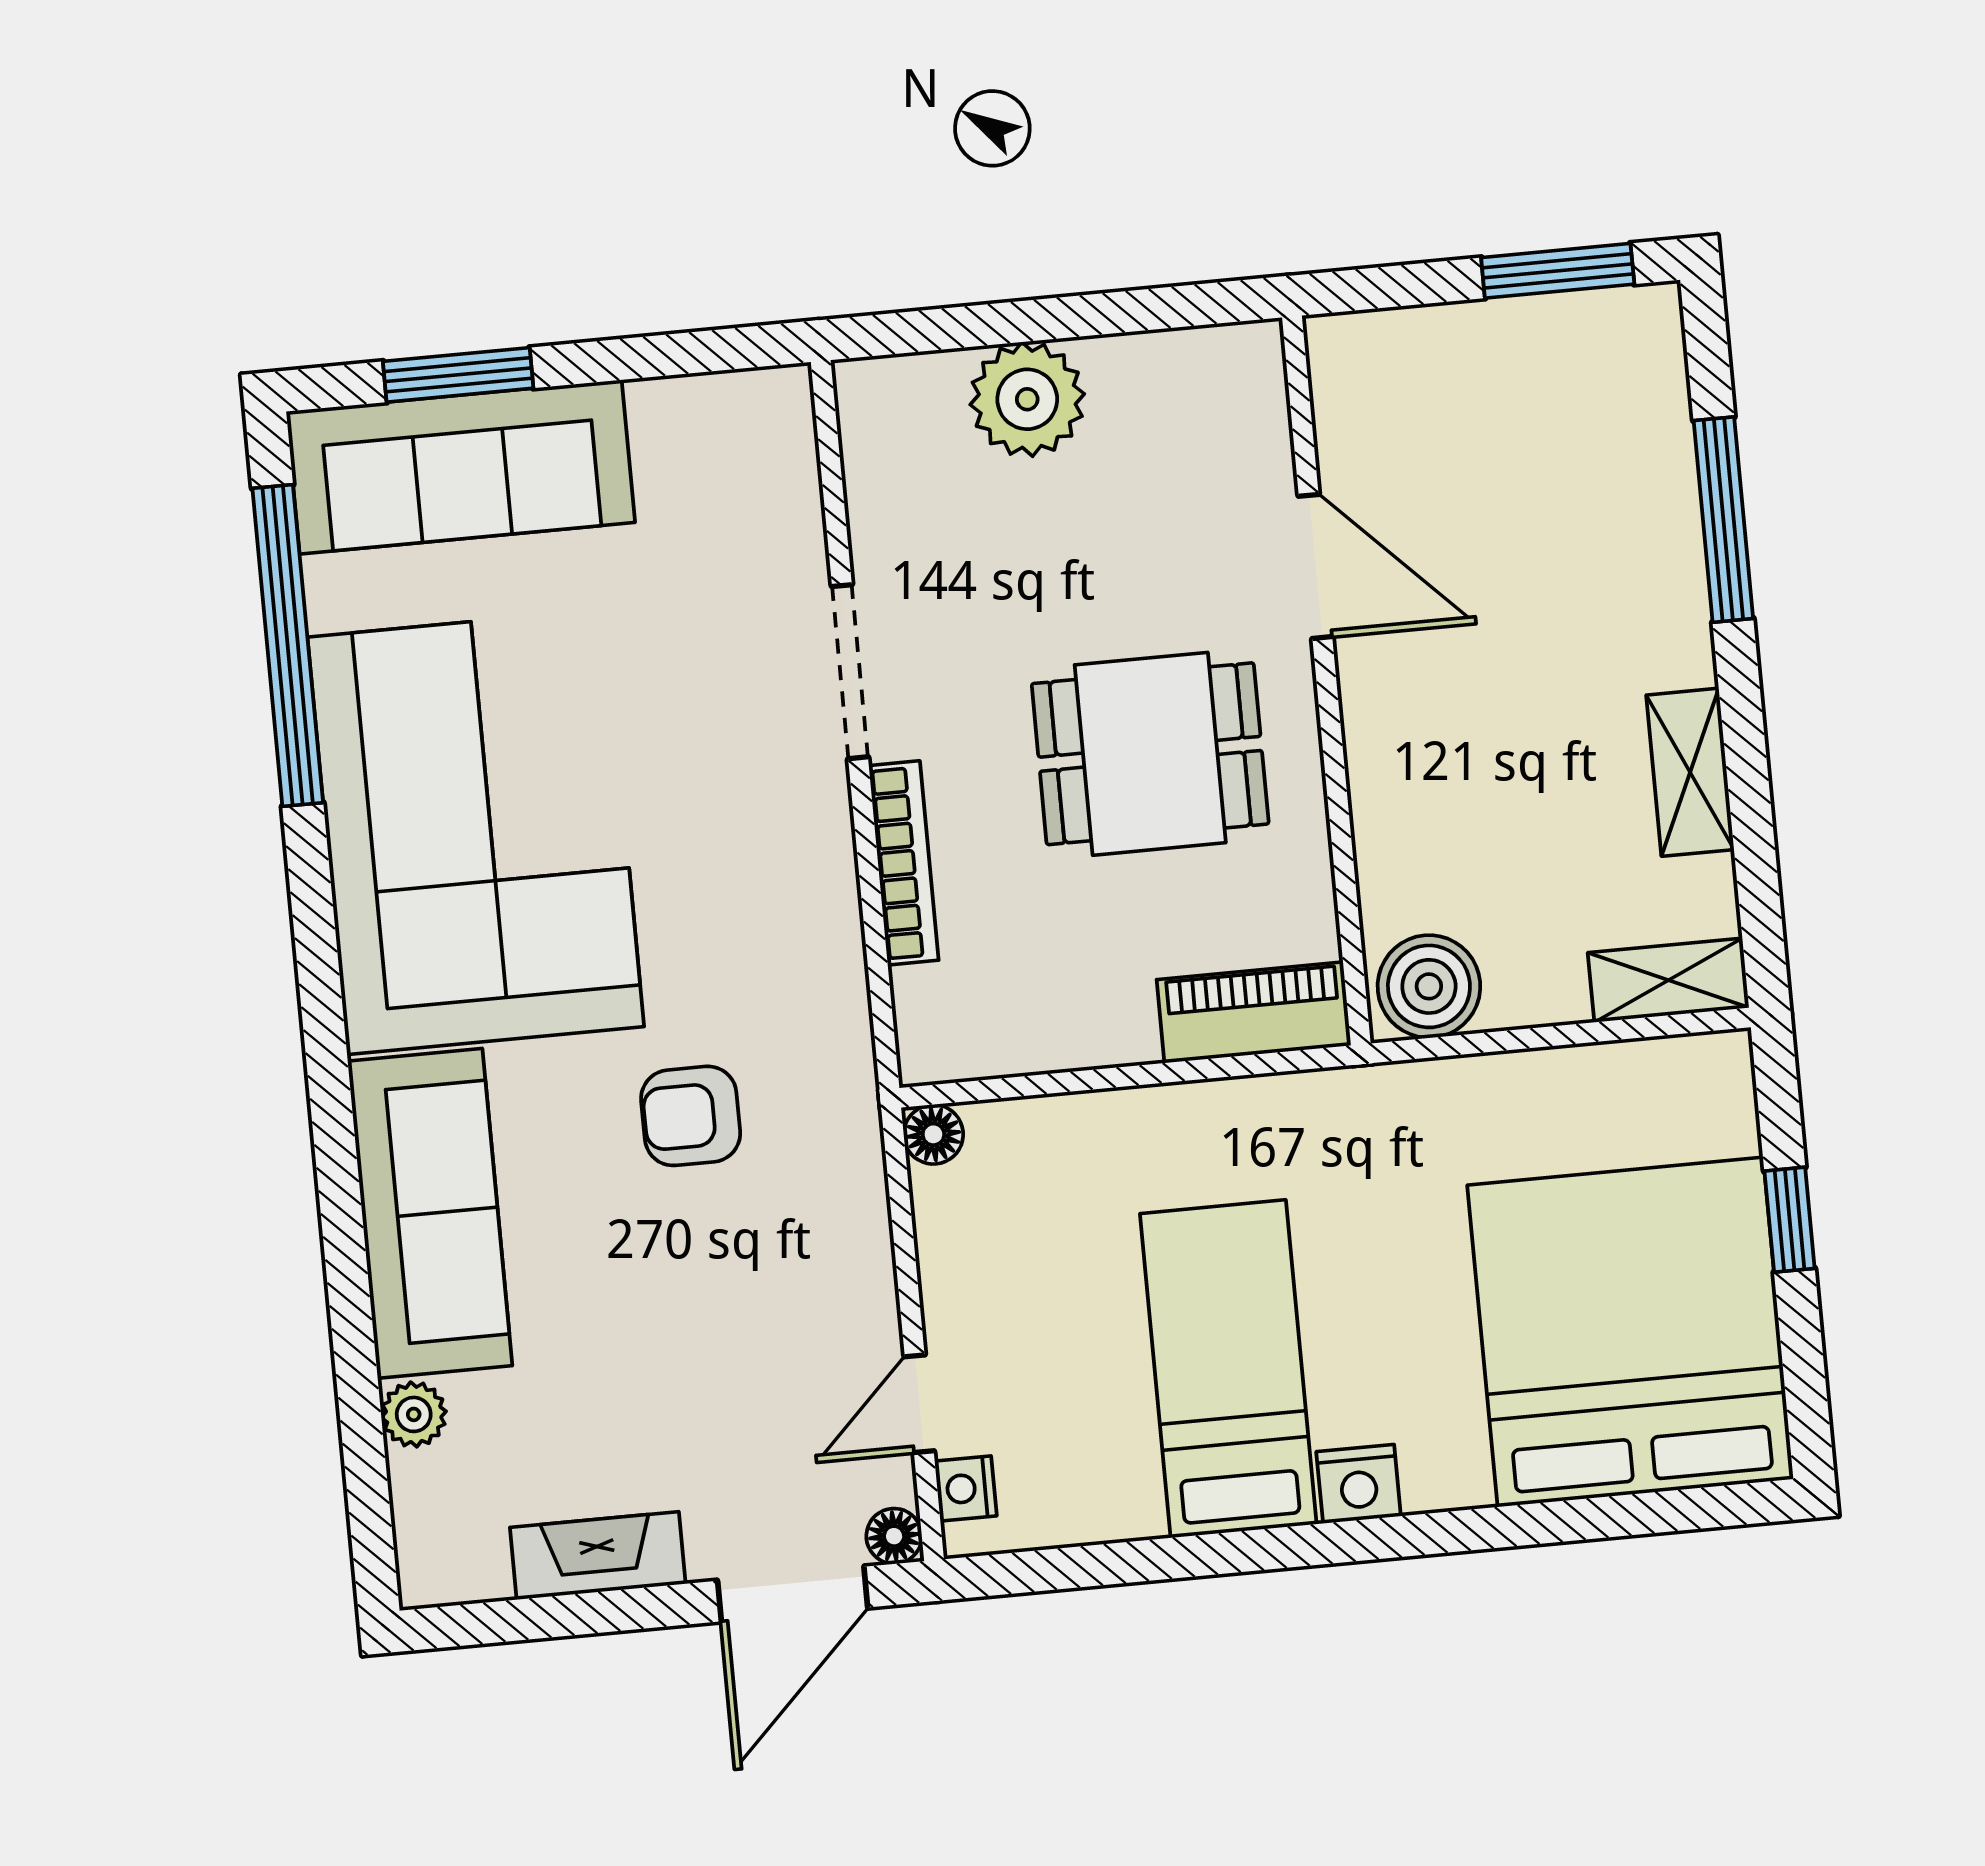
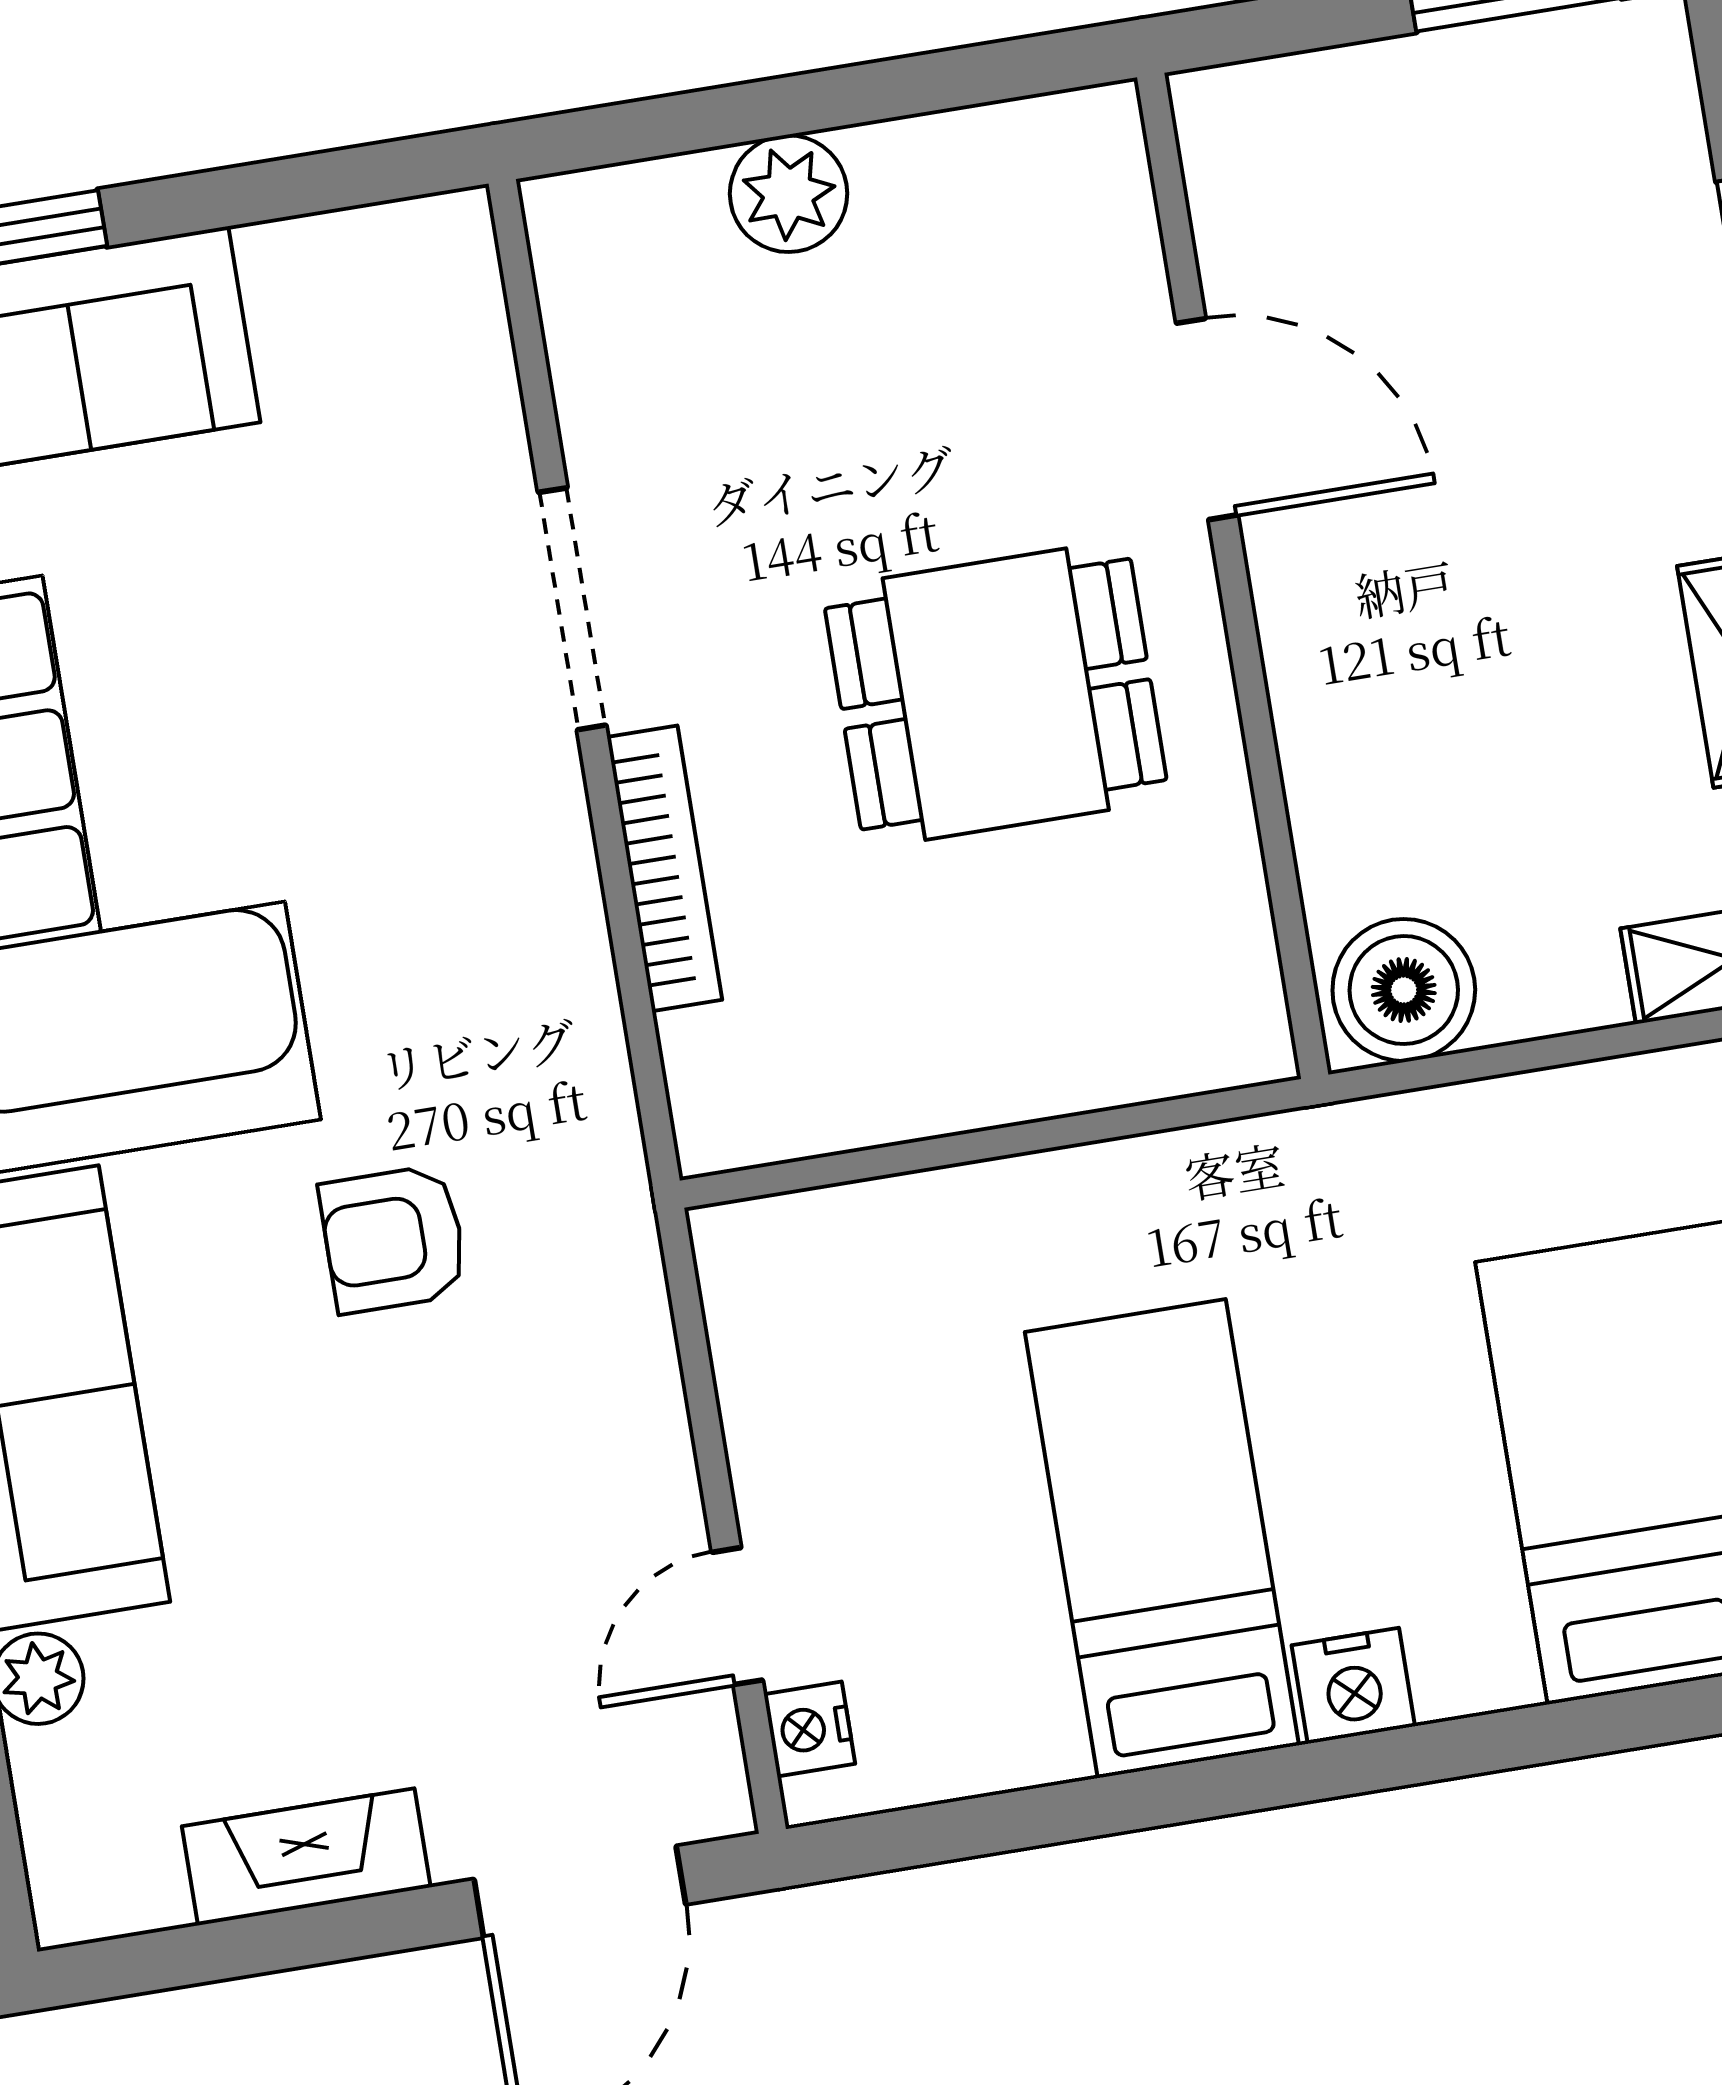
plant: (1027, 399) -> (789, 194), width x0.73, depth x0.73
piano: (1254, 1012) -> (1164, 1043), removed
floor lamp: (933, 1134) -> (731, 1242), removed
floor lamp: (894, 1536) -> (715, 1802), removed

